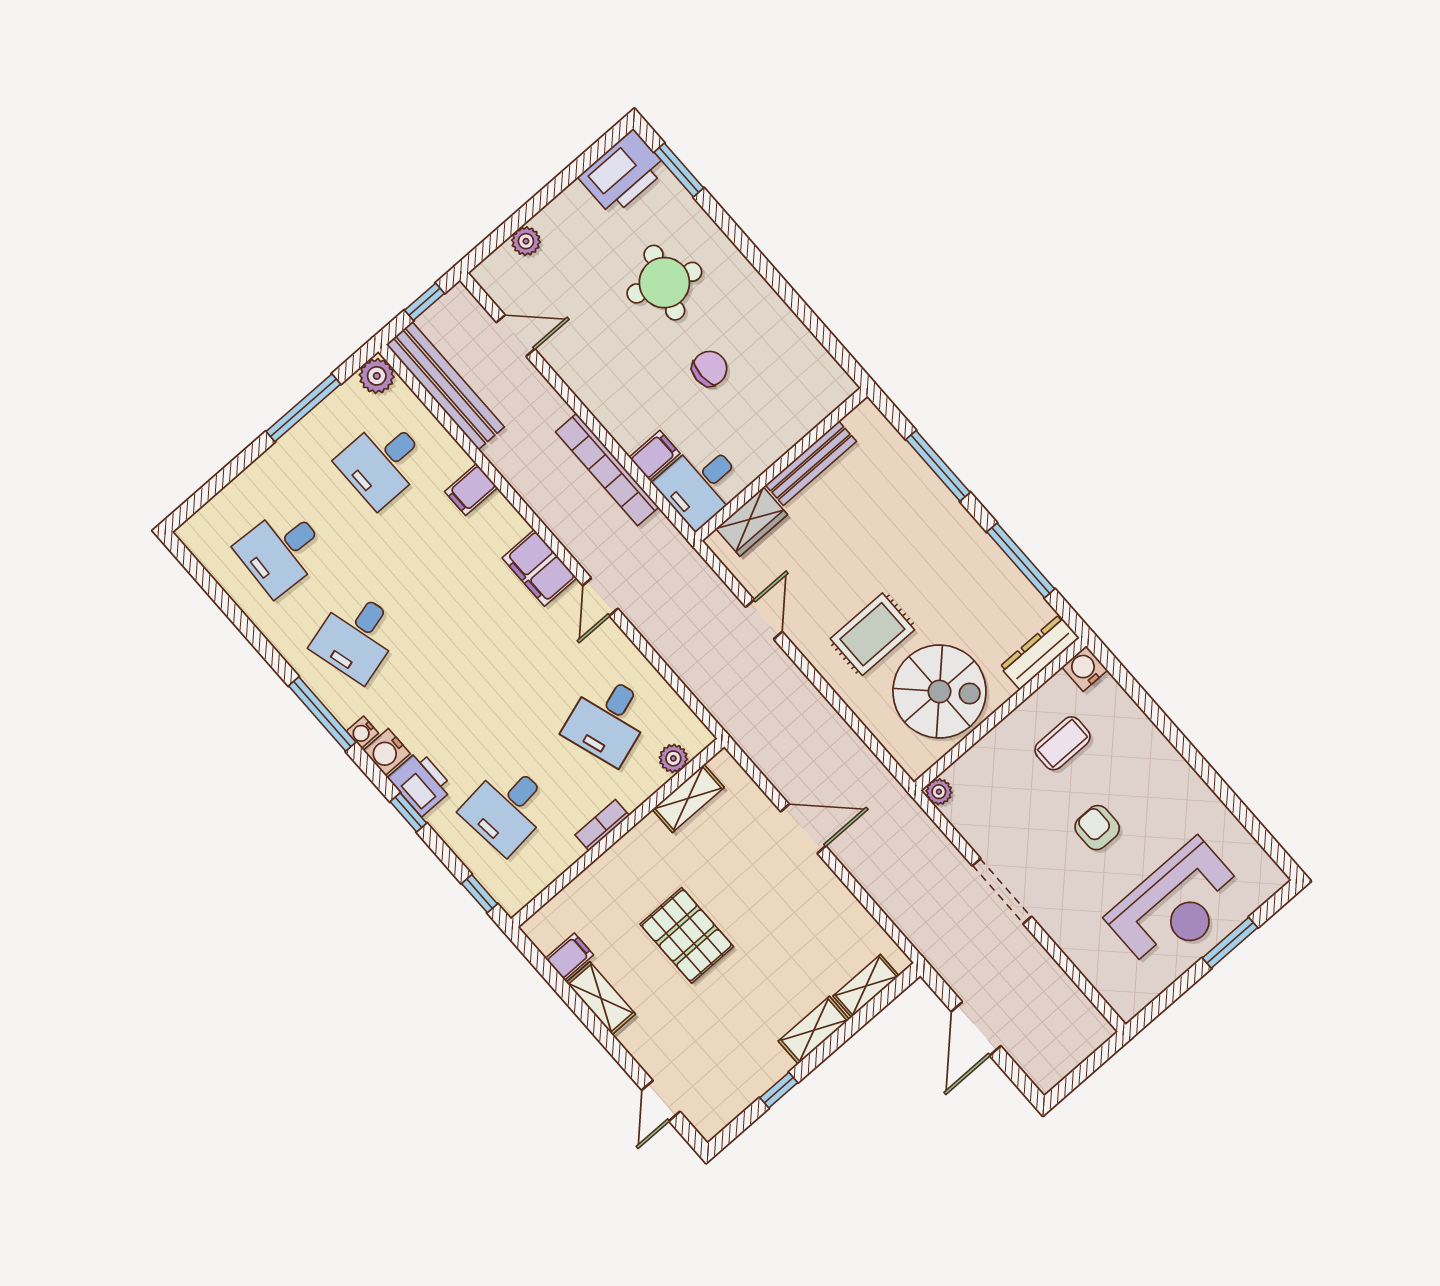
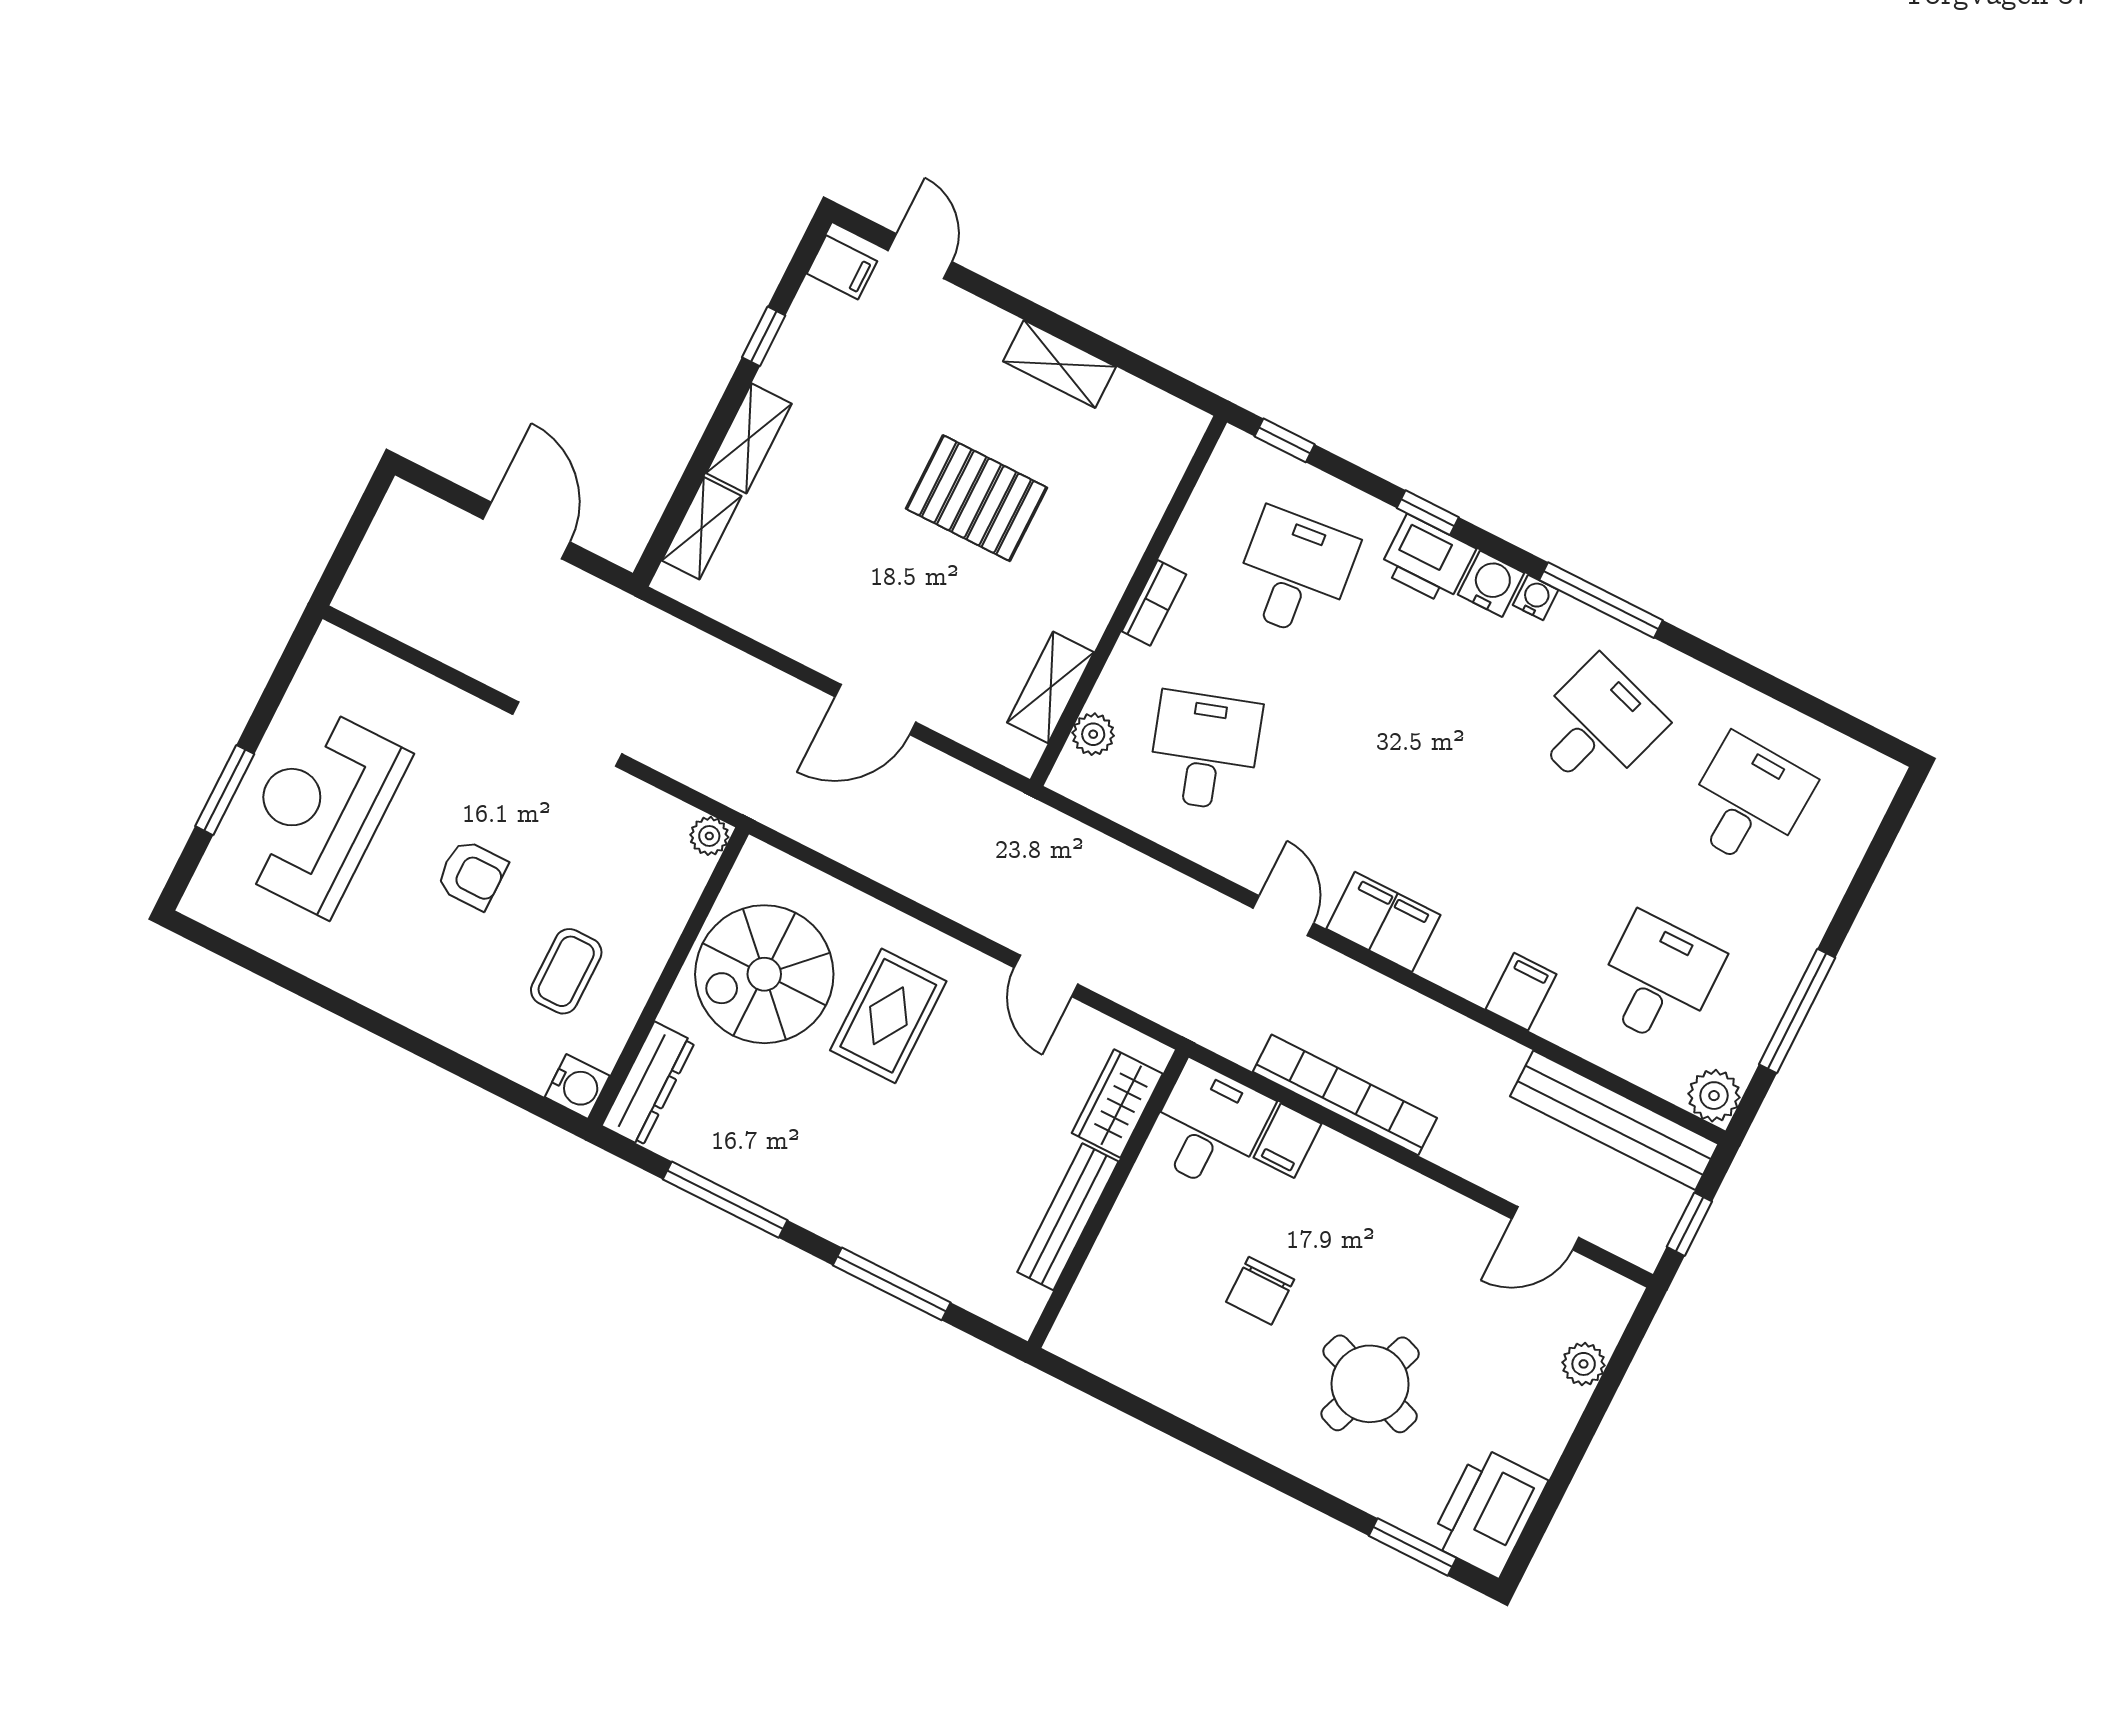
desk: (357, 637) -> (1597, 726), turned 33
filing cabinet: (569, 957) -> (842, 267), moved, turned -90

